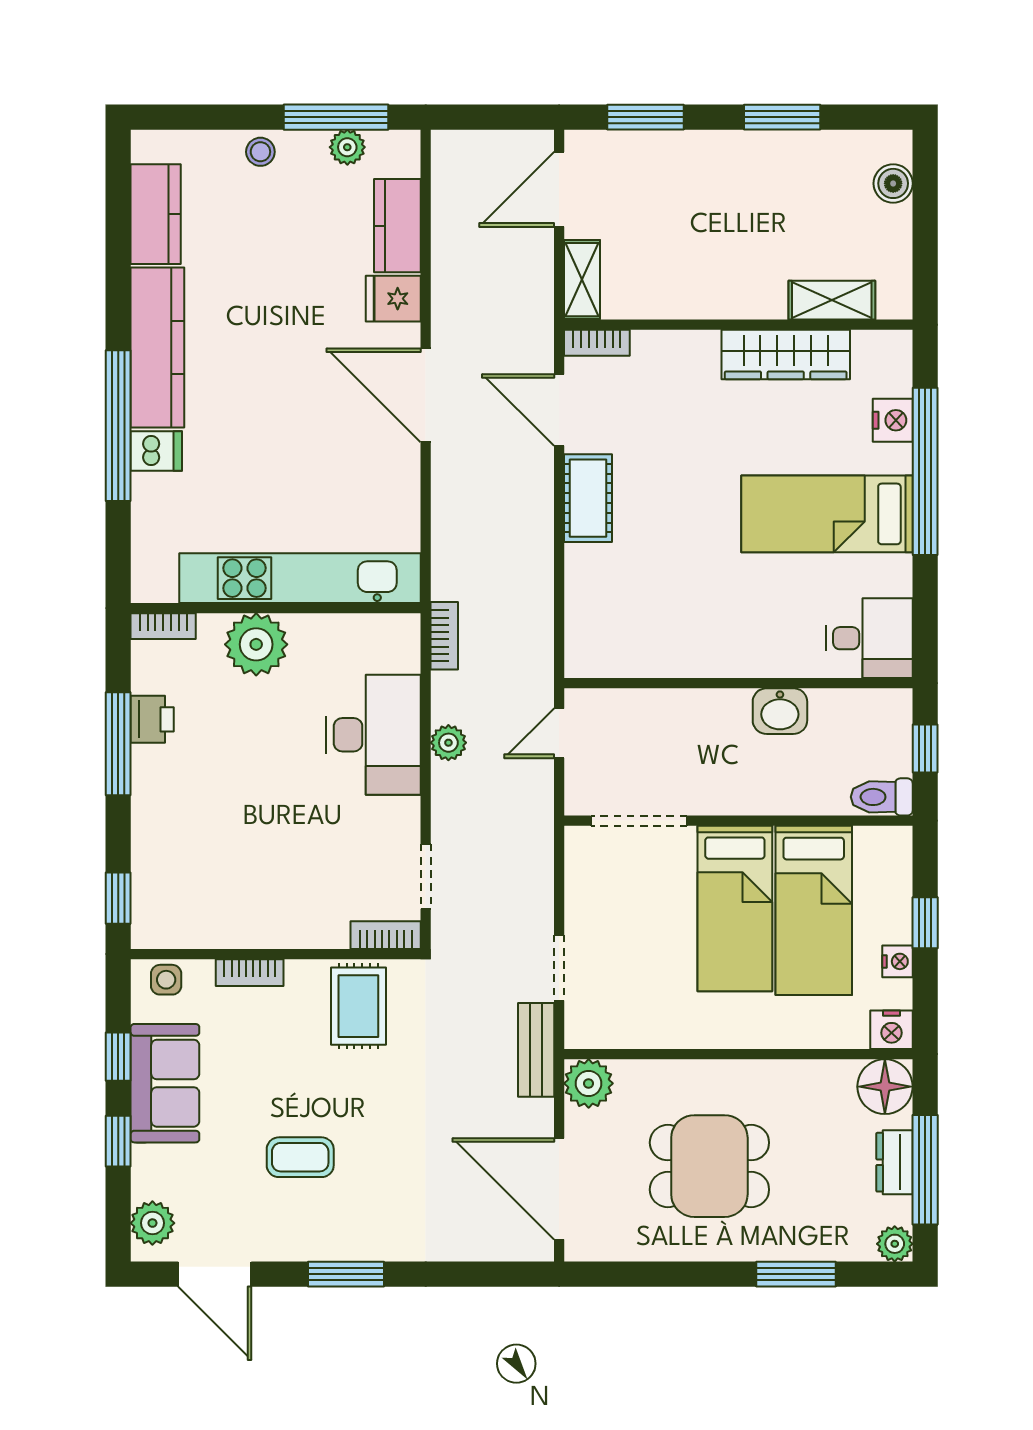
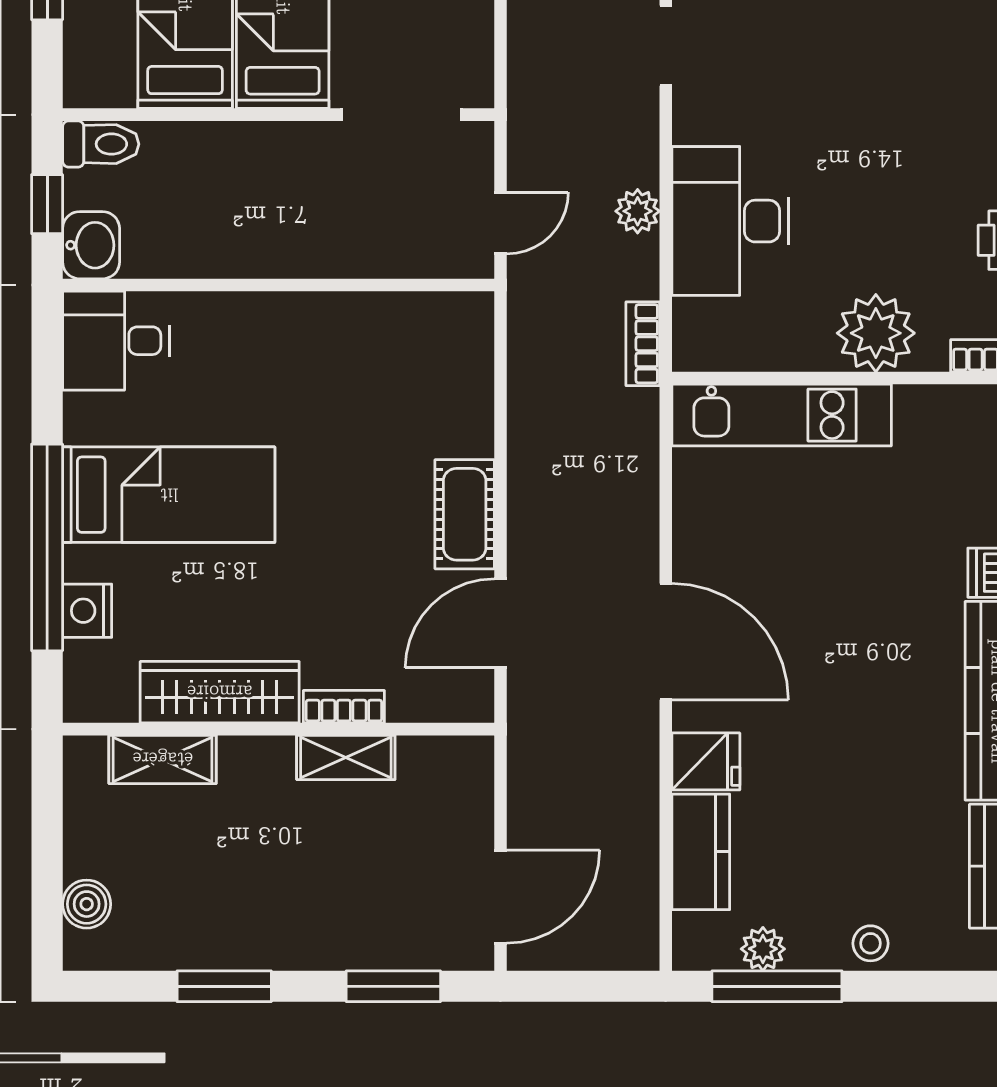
shelving: (582, 280) -> (346, 757), moved, turned 90
bookcase: (597, 343) -> (344, 707), moved
door: (559, 410) -> (500, 623), swing flipped
kitchen unit: (300, 578) -> (782, 415), width x0.73
washbasin: (780, 711) -> (91, 245), moved, turned 90

